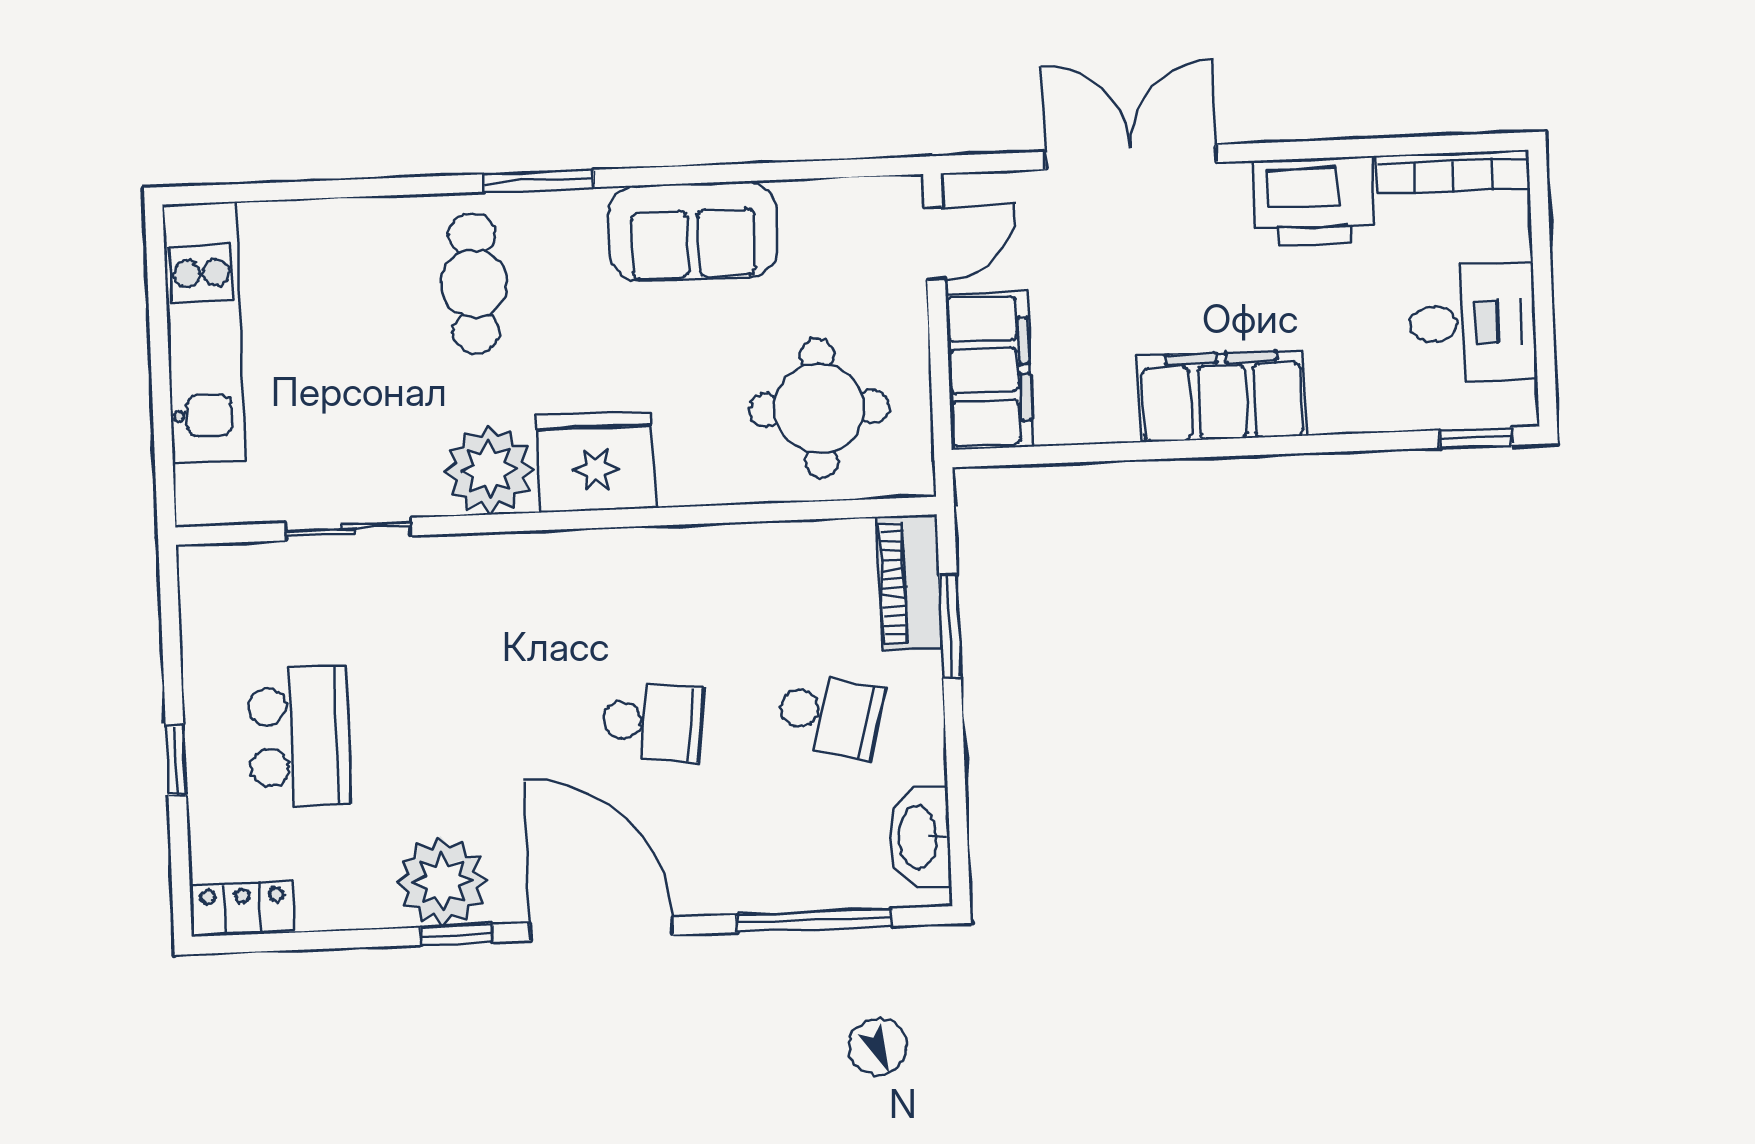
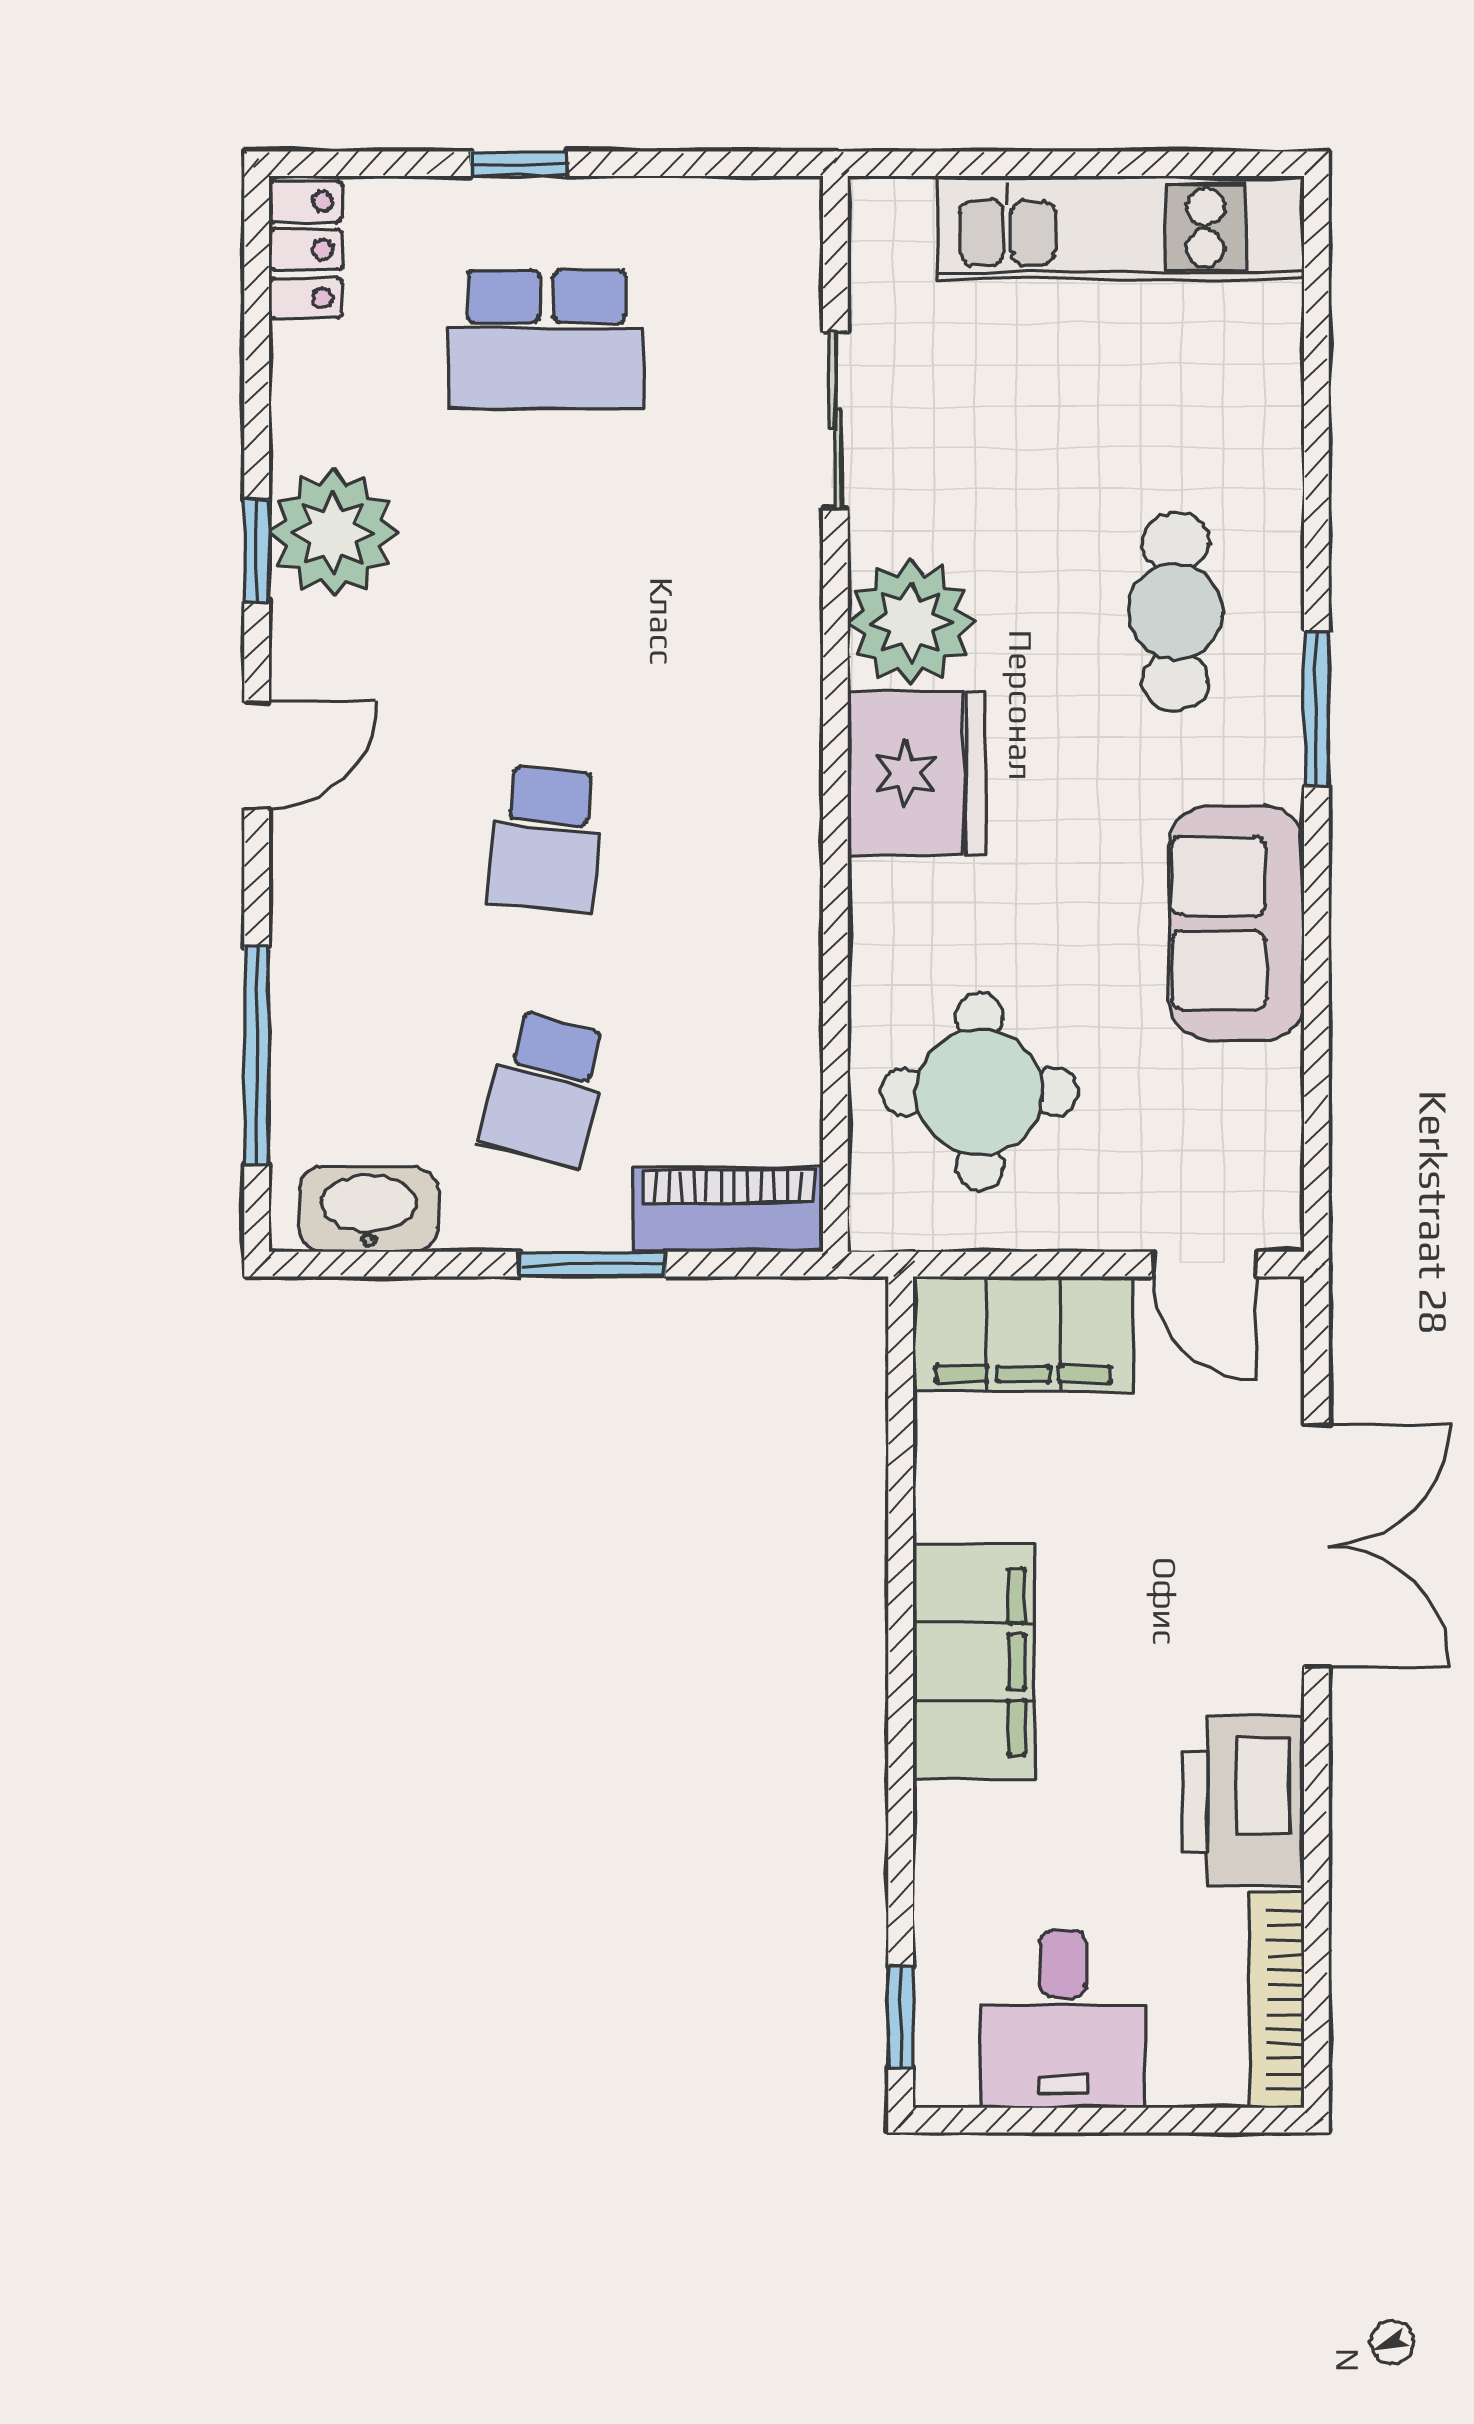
cafe table: (474, 283) -> (1176, 612), turned 90
window: (950, 626) -> (593, 1264), moved
door: (601, 929) -> (257, 755), width x0.53

